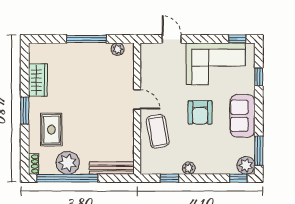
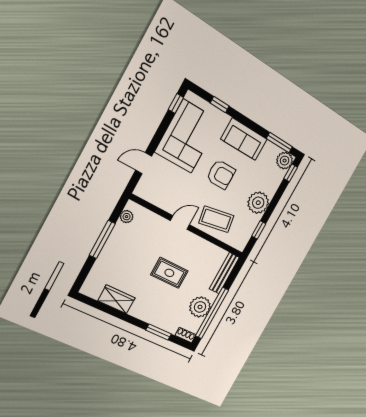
window: (25, 111) -> (159, 332), moved
rug: (51, 130) -> (169, 273), moved
plant: (189, 168) -> (258, 203), width x1.88, depth x1.88

